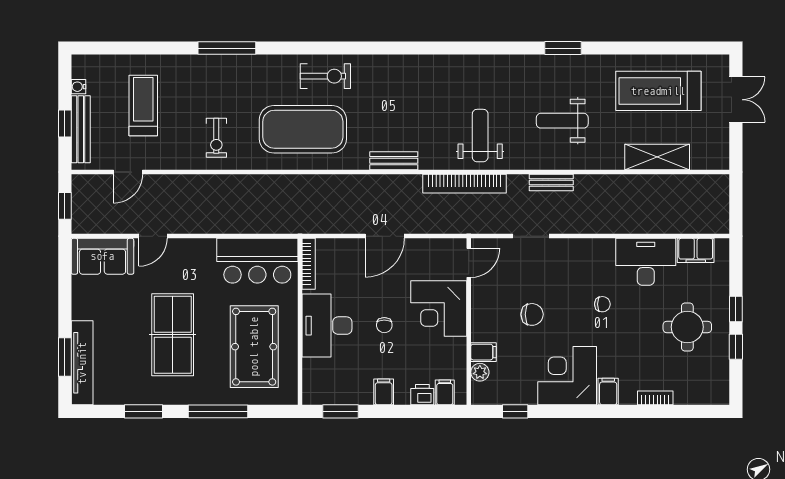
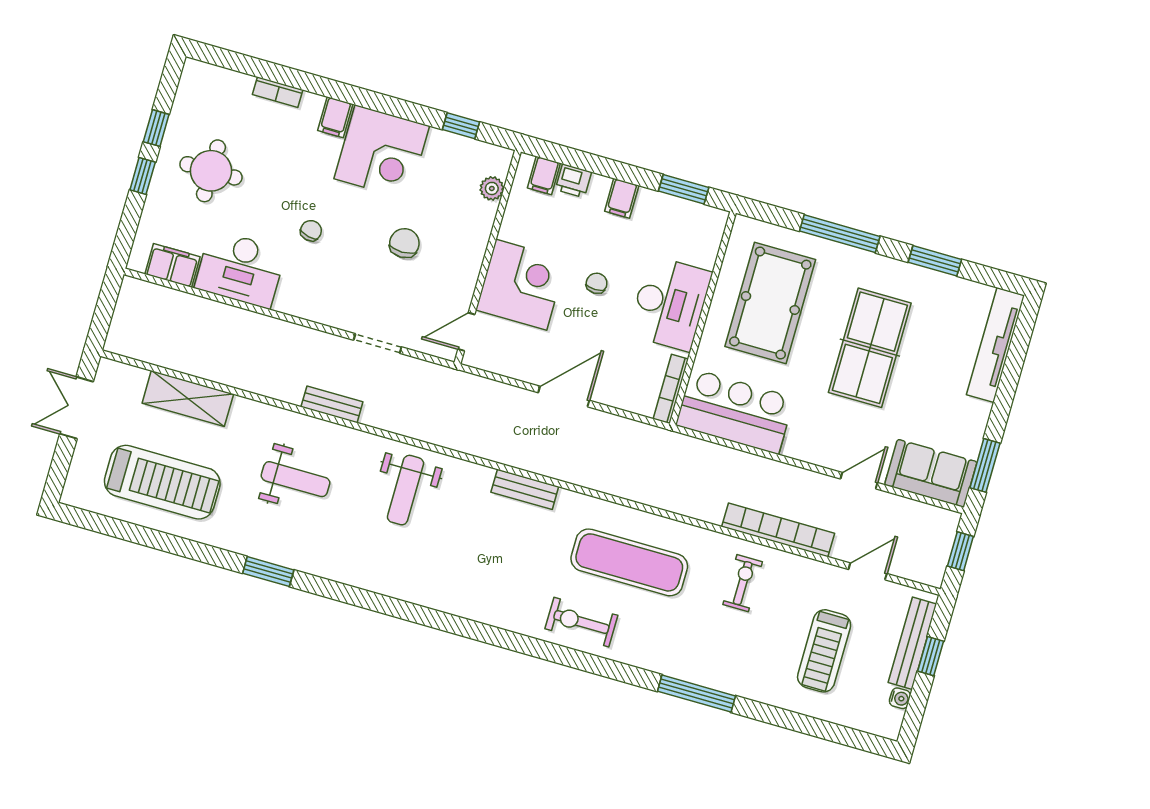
double door: (736, 100) -> (77, 408), moved
exercise mat: (303, 129) -> (629, 562), width x0.68
bookcase: (465, 184) -> (778, 530), moved
chair: (602, 304) -> (311, 231), turned 103
chair: (532, 314) -> (404, 243), turned 90
filing cabinet: (484, 352) -> (480, 213), removed
window: (65, 357) -> (985, 465), moved

